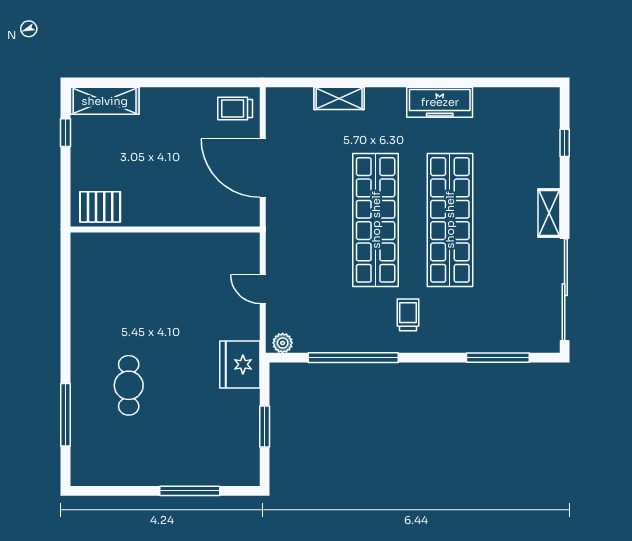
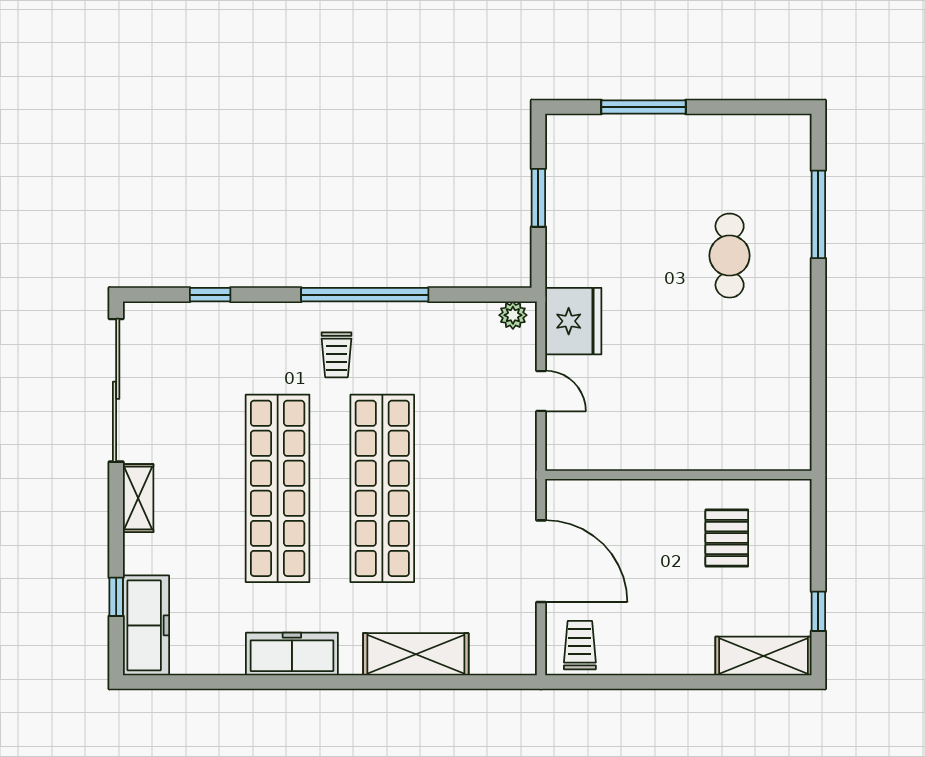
shelving: (339, 98) -> (416, 654), width x1.50, depth x1.33
trolley: (235, 109) -> (580, 645), turned -90
freezer: (543, 123) -> (146, 625), added
pallet: (100, 207) -> (727, 538), moved, turned 90
window: (353, 358) -> (365, 295), moved
window: (498, 358) -> (210, 295), width x0.46
fridge: (240, 364) -> (573, 321), moved

